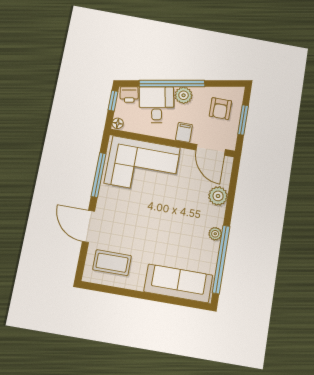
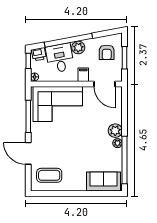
plant: (218, 196) -> (115, 131), moved
sofa: (178, 283) -> (103, 182), width x0.73

